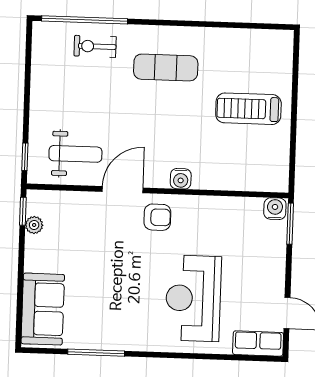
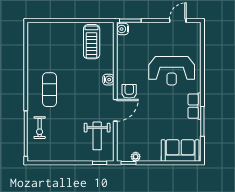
treadmill: (248, 109) -> (92, 42), moved
weight bench: (75, 154) -> (97, 136), turned 180
door: (123, 190) -> (115, 110), swing flipped
row of seats: (258, 343) -> (194, 106), moved

